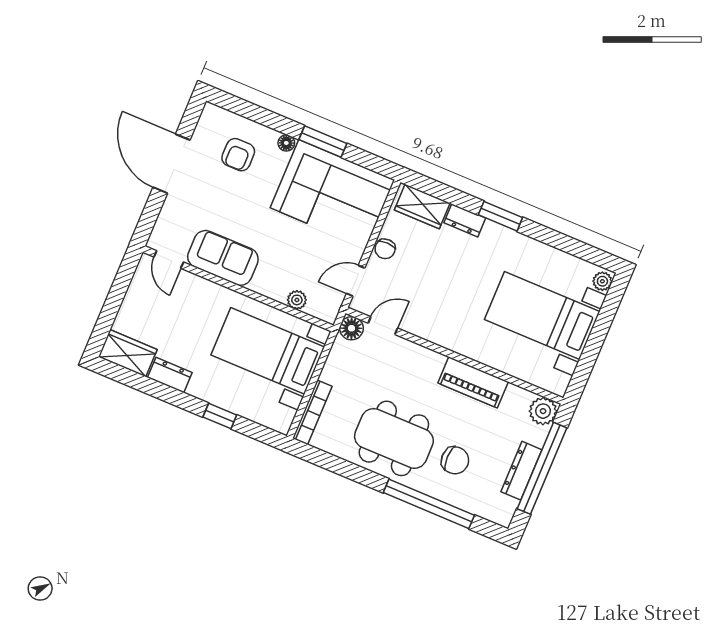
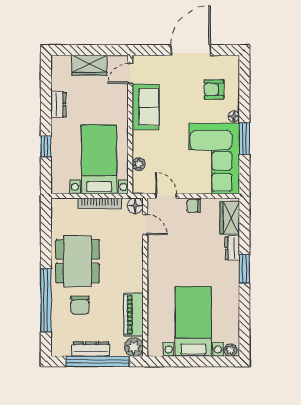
wardrobe: (128, 353) -> (89, 65), moved, turned 90
piano: (473, 382) -> (133, 315), moved
bookcase: (312, 412) -> (99, 203), moved

